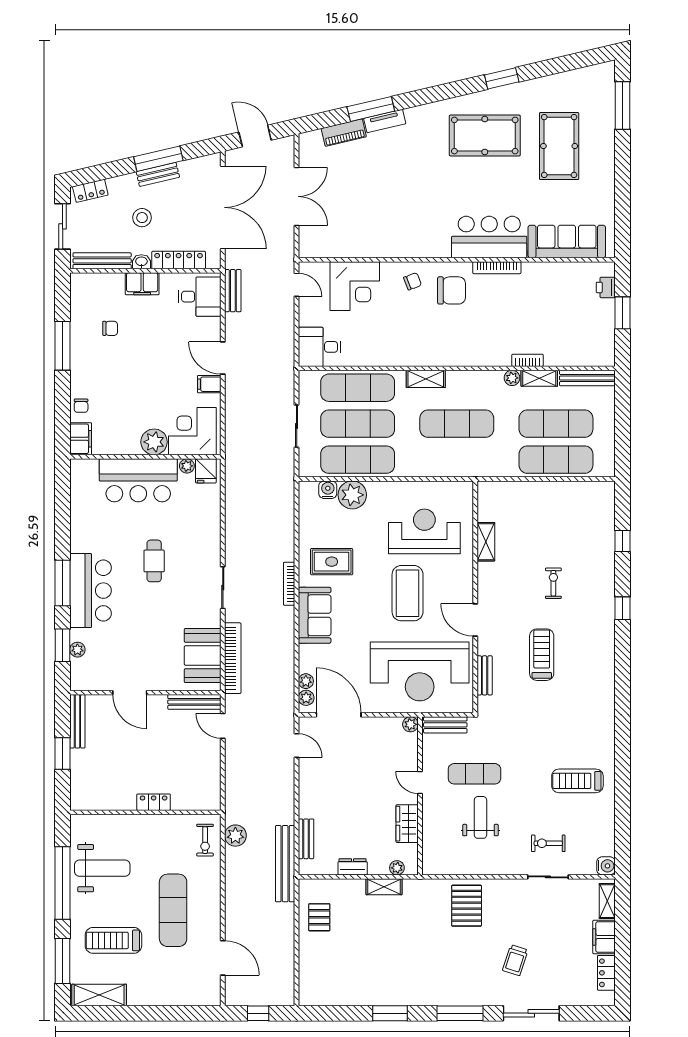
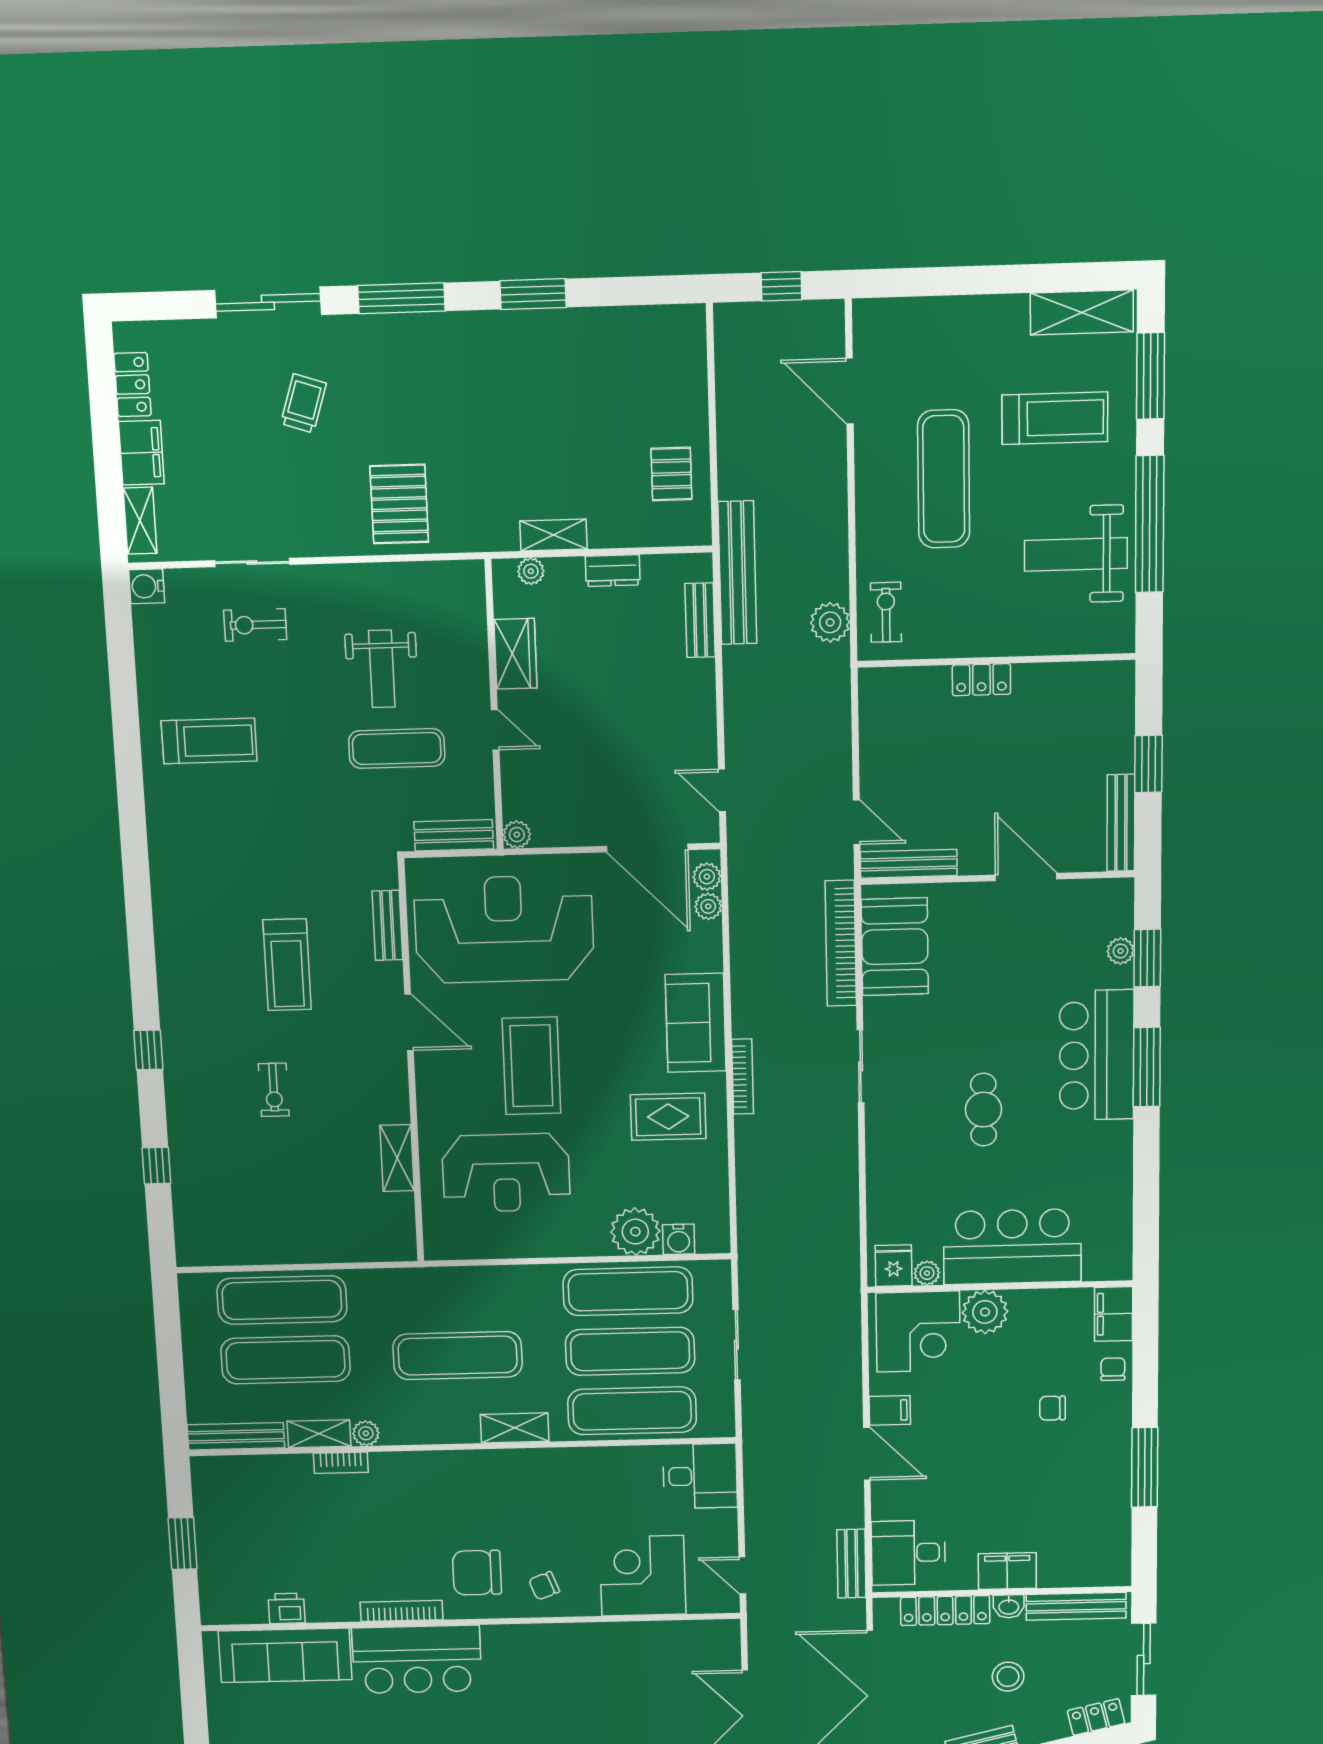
printer: (606, 287) -> (287, 1608), moved, turned -90
chair: (110, 328) -> (1052, 1408), moved
exercise bike: (548, 843) -> (255, 625), turned 180

